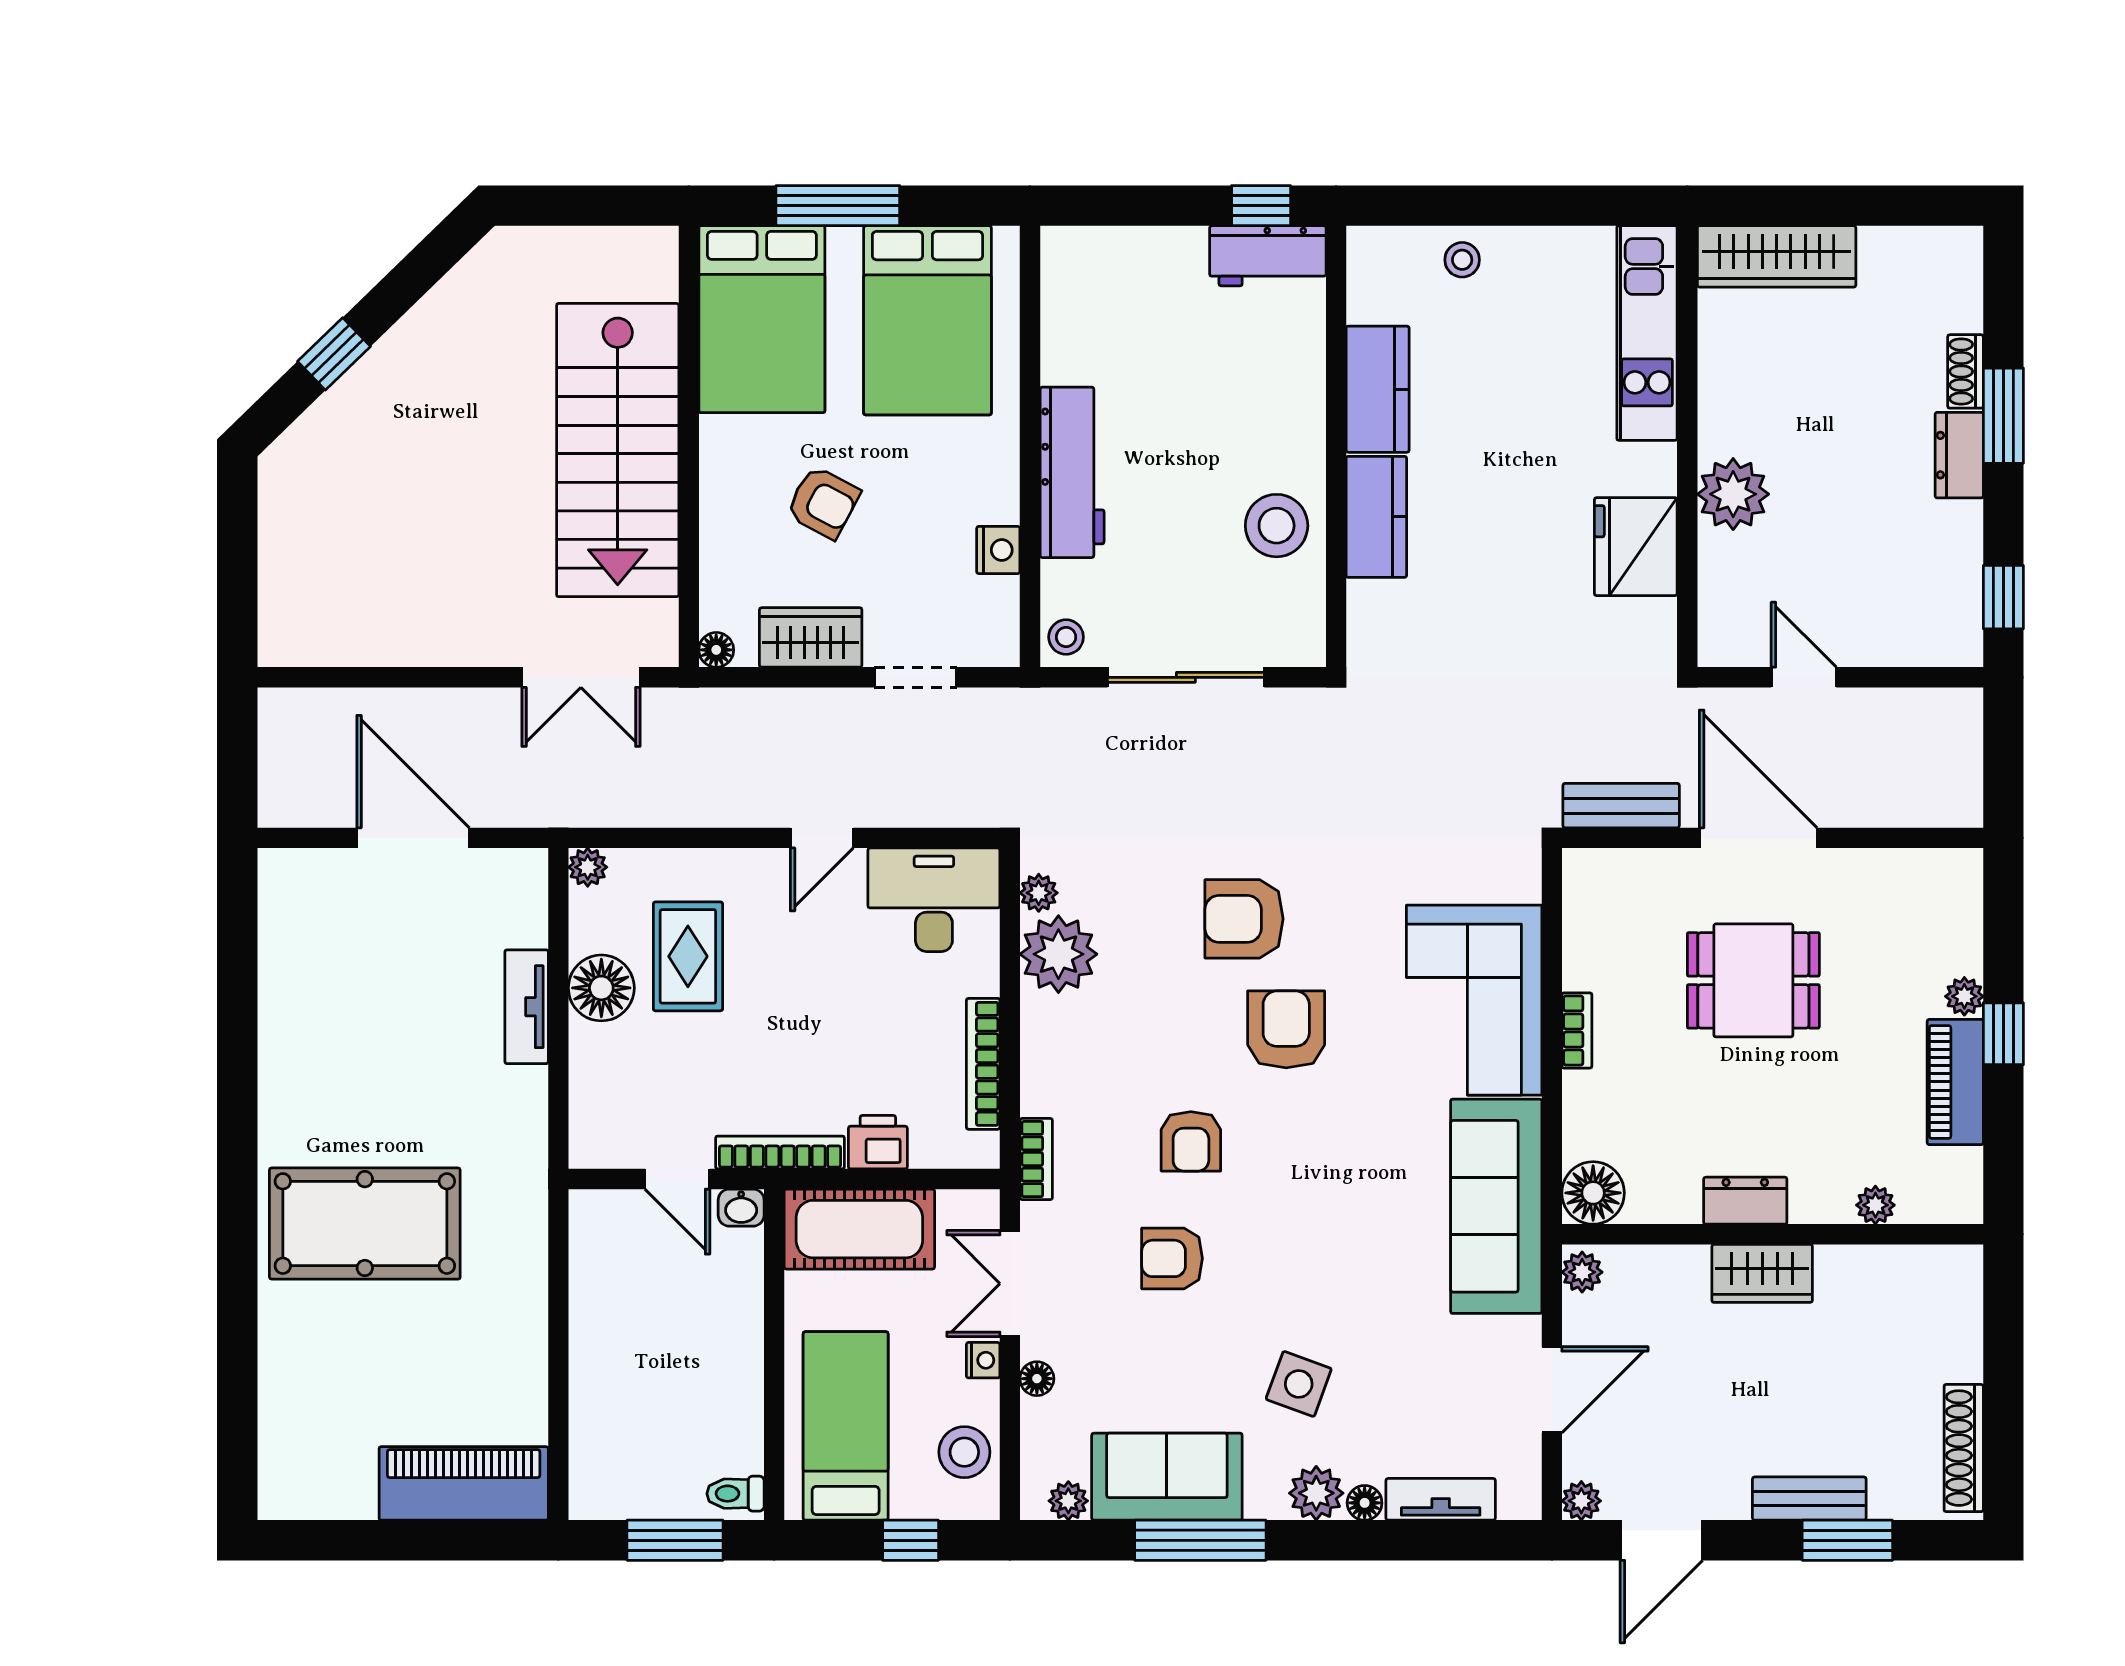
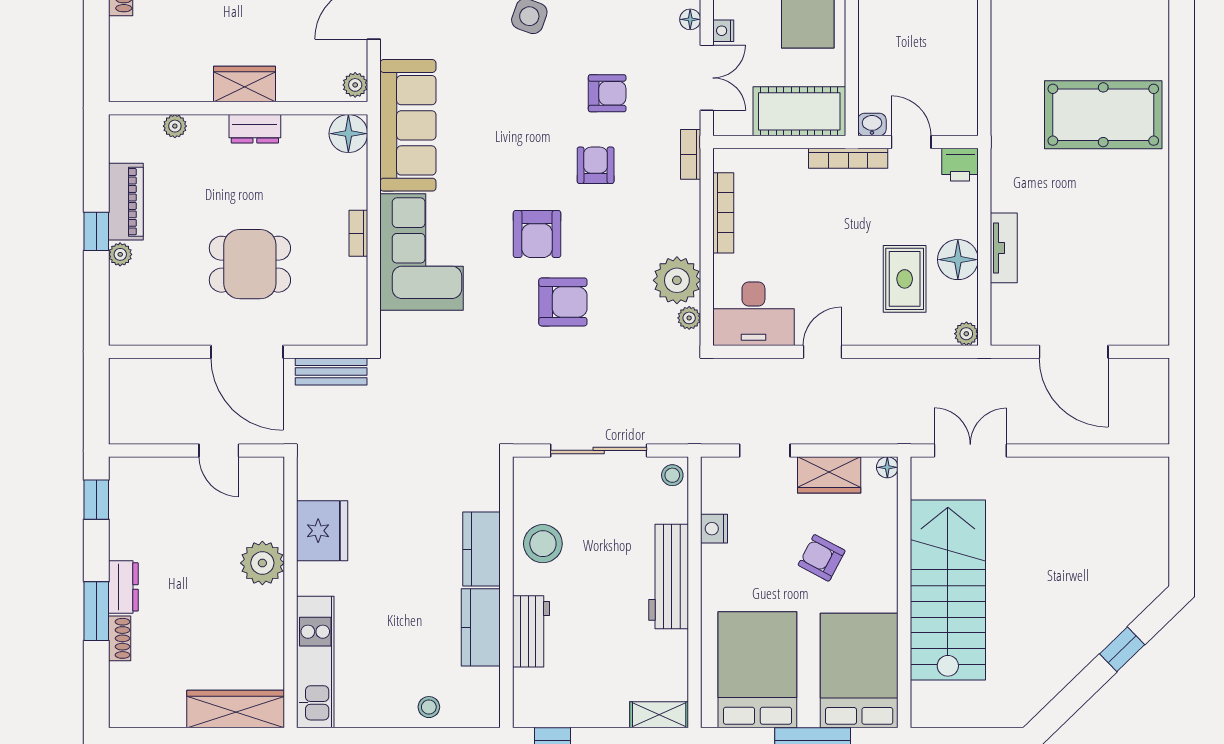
shelving: (1087, 247) -> (659, 715), added
workbench: (1268, 256) -> (531, 631), moved, turned 90
printer: (878, 1142) -> (960, 165), moved

